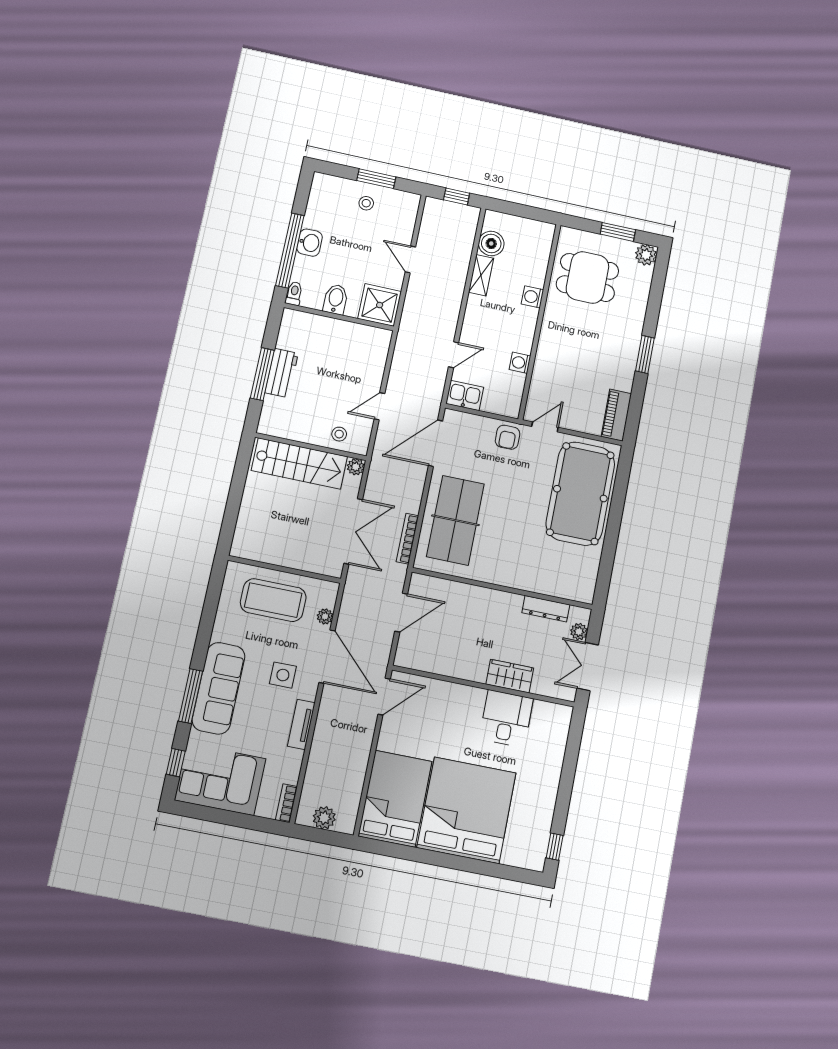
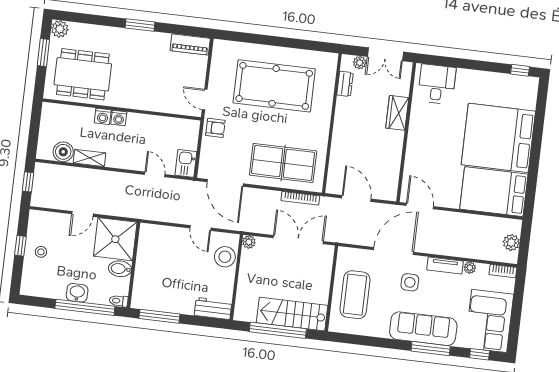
window: (376, 179) -> (20, 246), width x0.67
dining table: (587, 278) -> (83, 74), width x1.38
shower: (380, 305) -> (115, 239), width x1.37, depth x1.37
washing machine: (520, 363) -> (119, 118), moved
workbench: (281, 373) -> (213, 308), moved
window: (262, 374) -> (159, 316), moved
stool: (339, 434) -> (225, 257), width x1.89, depth x1.89
stairs: (299, 463) -> (292, 314), moved, turned -90
window: (236, 494) -> (278, 330), added
pool table: (580, 494) -> (274, 86), moved
dresser: (546, 609) -> (345, 84), width x0.70
plant: (325, 616) -> (470, 268), moved
desk: (506, 719) -> (437, 84), moved, turned 90

